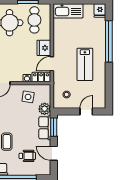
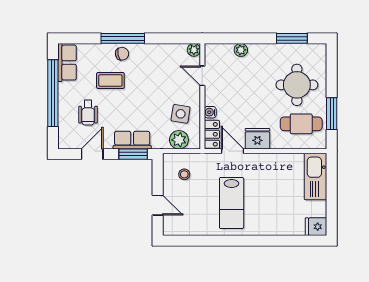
window: (109, 41) -> (268, 241), removed
lab bench: (85, 64) -> (232, 203), turned -90
plant: (45, 109) -> (179, 140), moved

